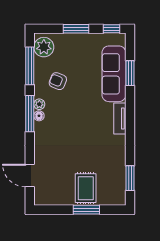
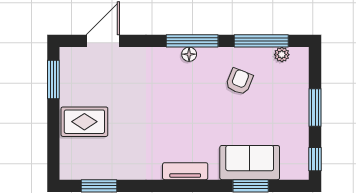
plant: (44, 47) -> (282, 55), width x0.53, depth x0.53
sofa: (114, 74) -> (250, 163), width x0.73
plant: (39, 104) -> (206, 55), removed
window: (86, 210) -> (53, 80), moved

